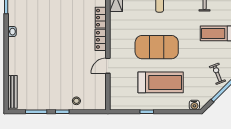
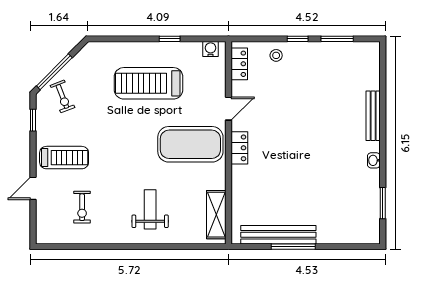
locker: (101, 18) -> (239, 64), moved
exercise mat: (157, 47) -> (190, 144), moved
bench: (12, 92) -> (373, 116), moved
water cooler: (194, 105) -> (211, 49), moved

